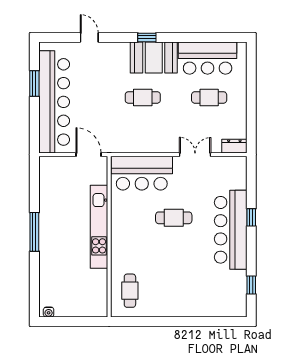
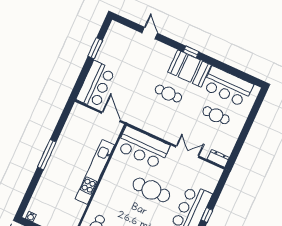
bar counter: (54, 102) -> (96, 85), width x0.54
cafe table: (174, 218) -> (151, 190), width x1.37, depth x1.35

